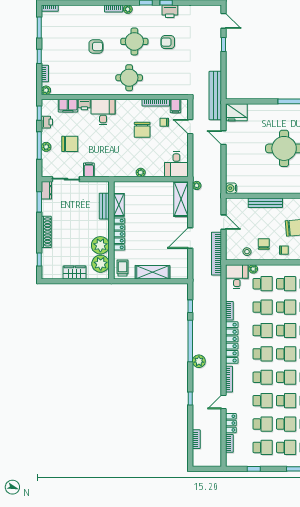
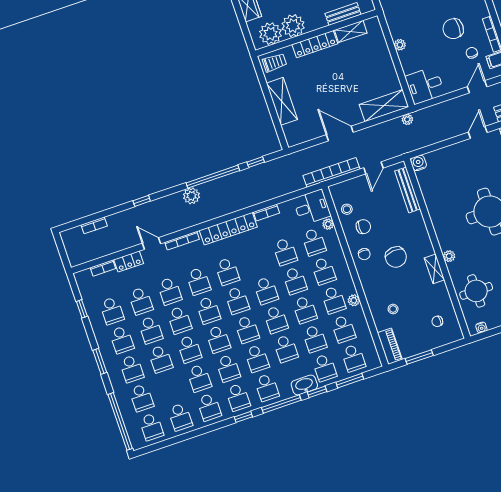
bench: (265, 203) -> (408, 190), moved
school desk: (263, 330) -> (256, 262), removed

